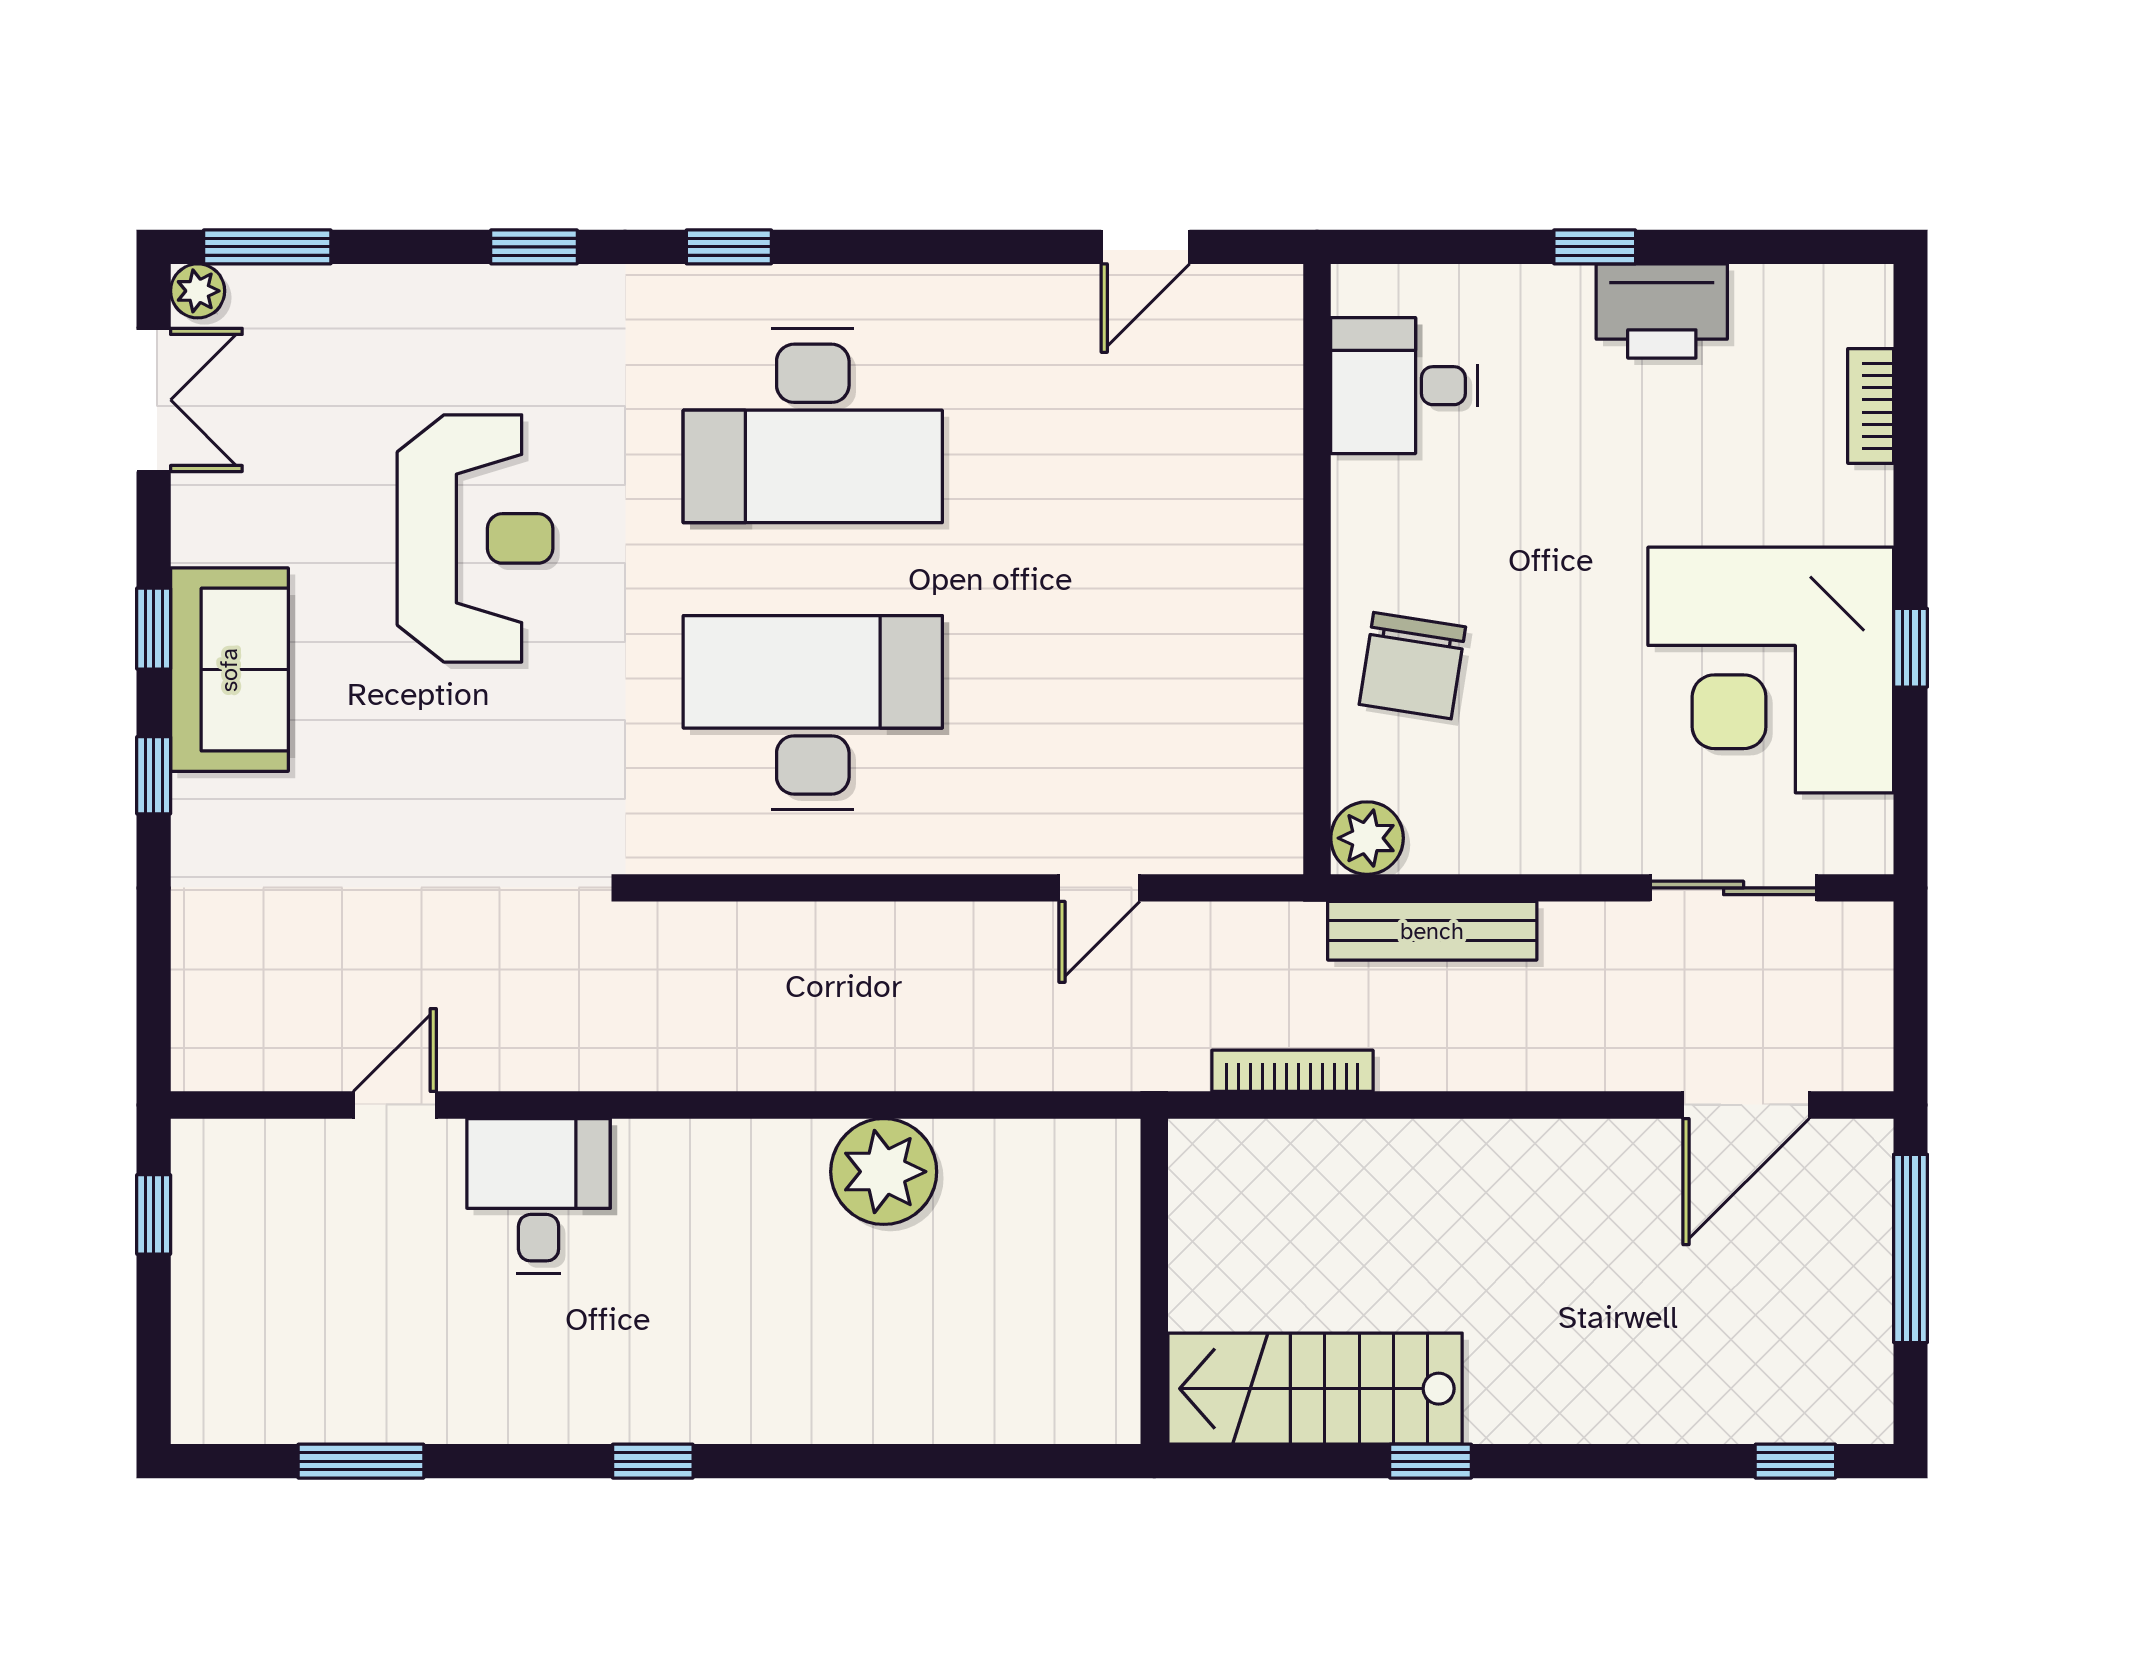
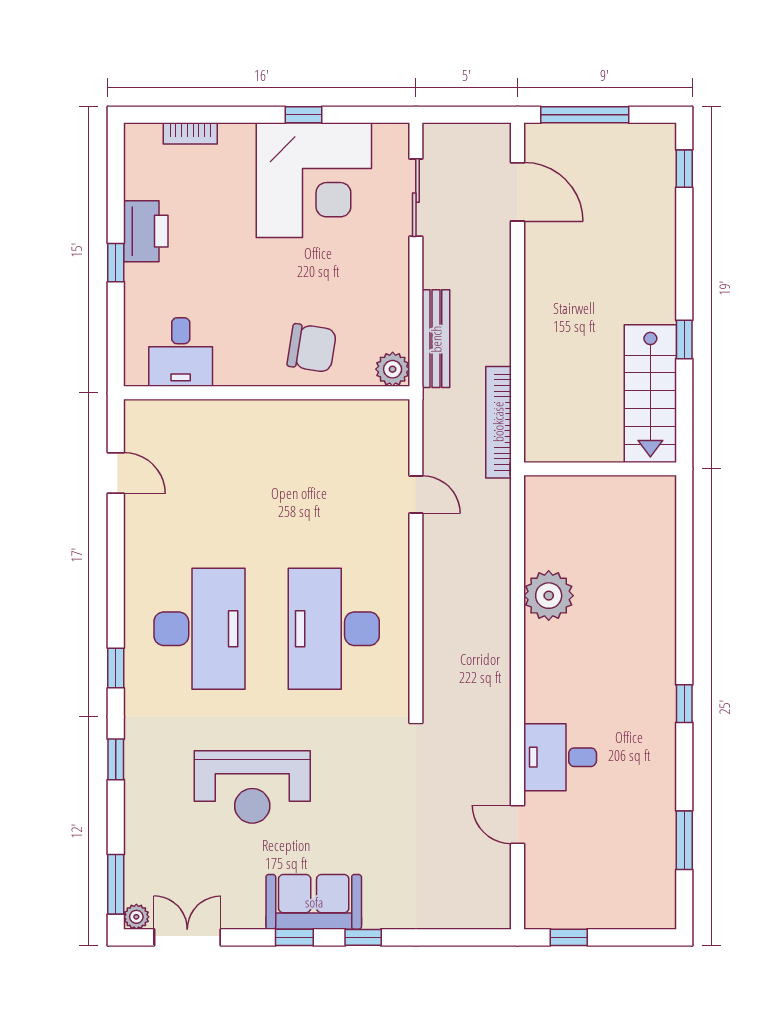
reception desk: (475, 538) -> (252, 787), turned 180
bookcase: (1292, 1071) -> (498, 422), width x1.48, depth x1.31

